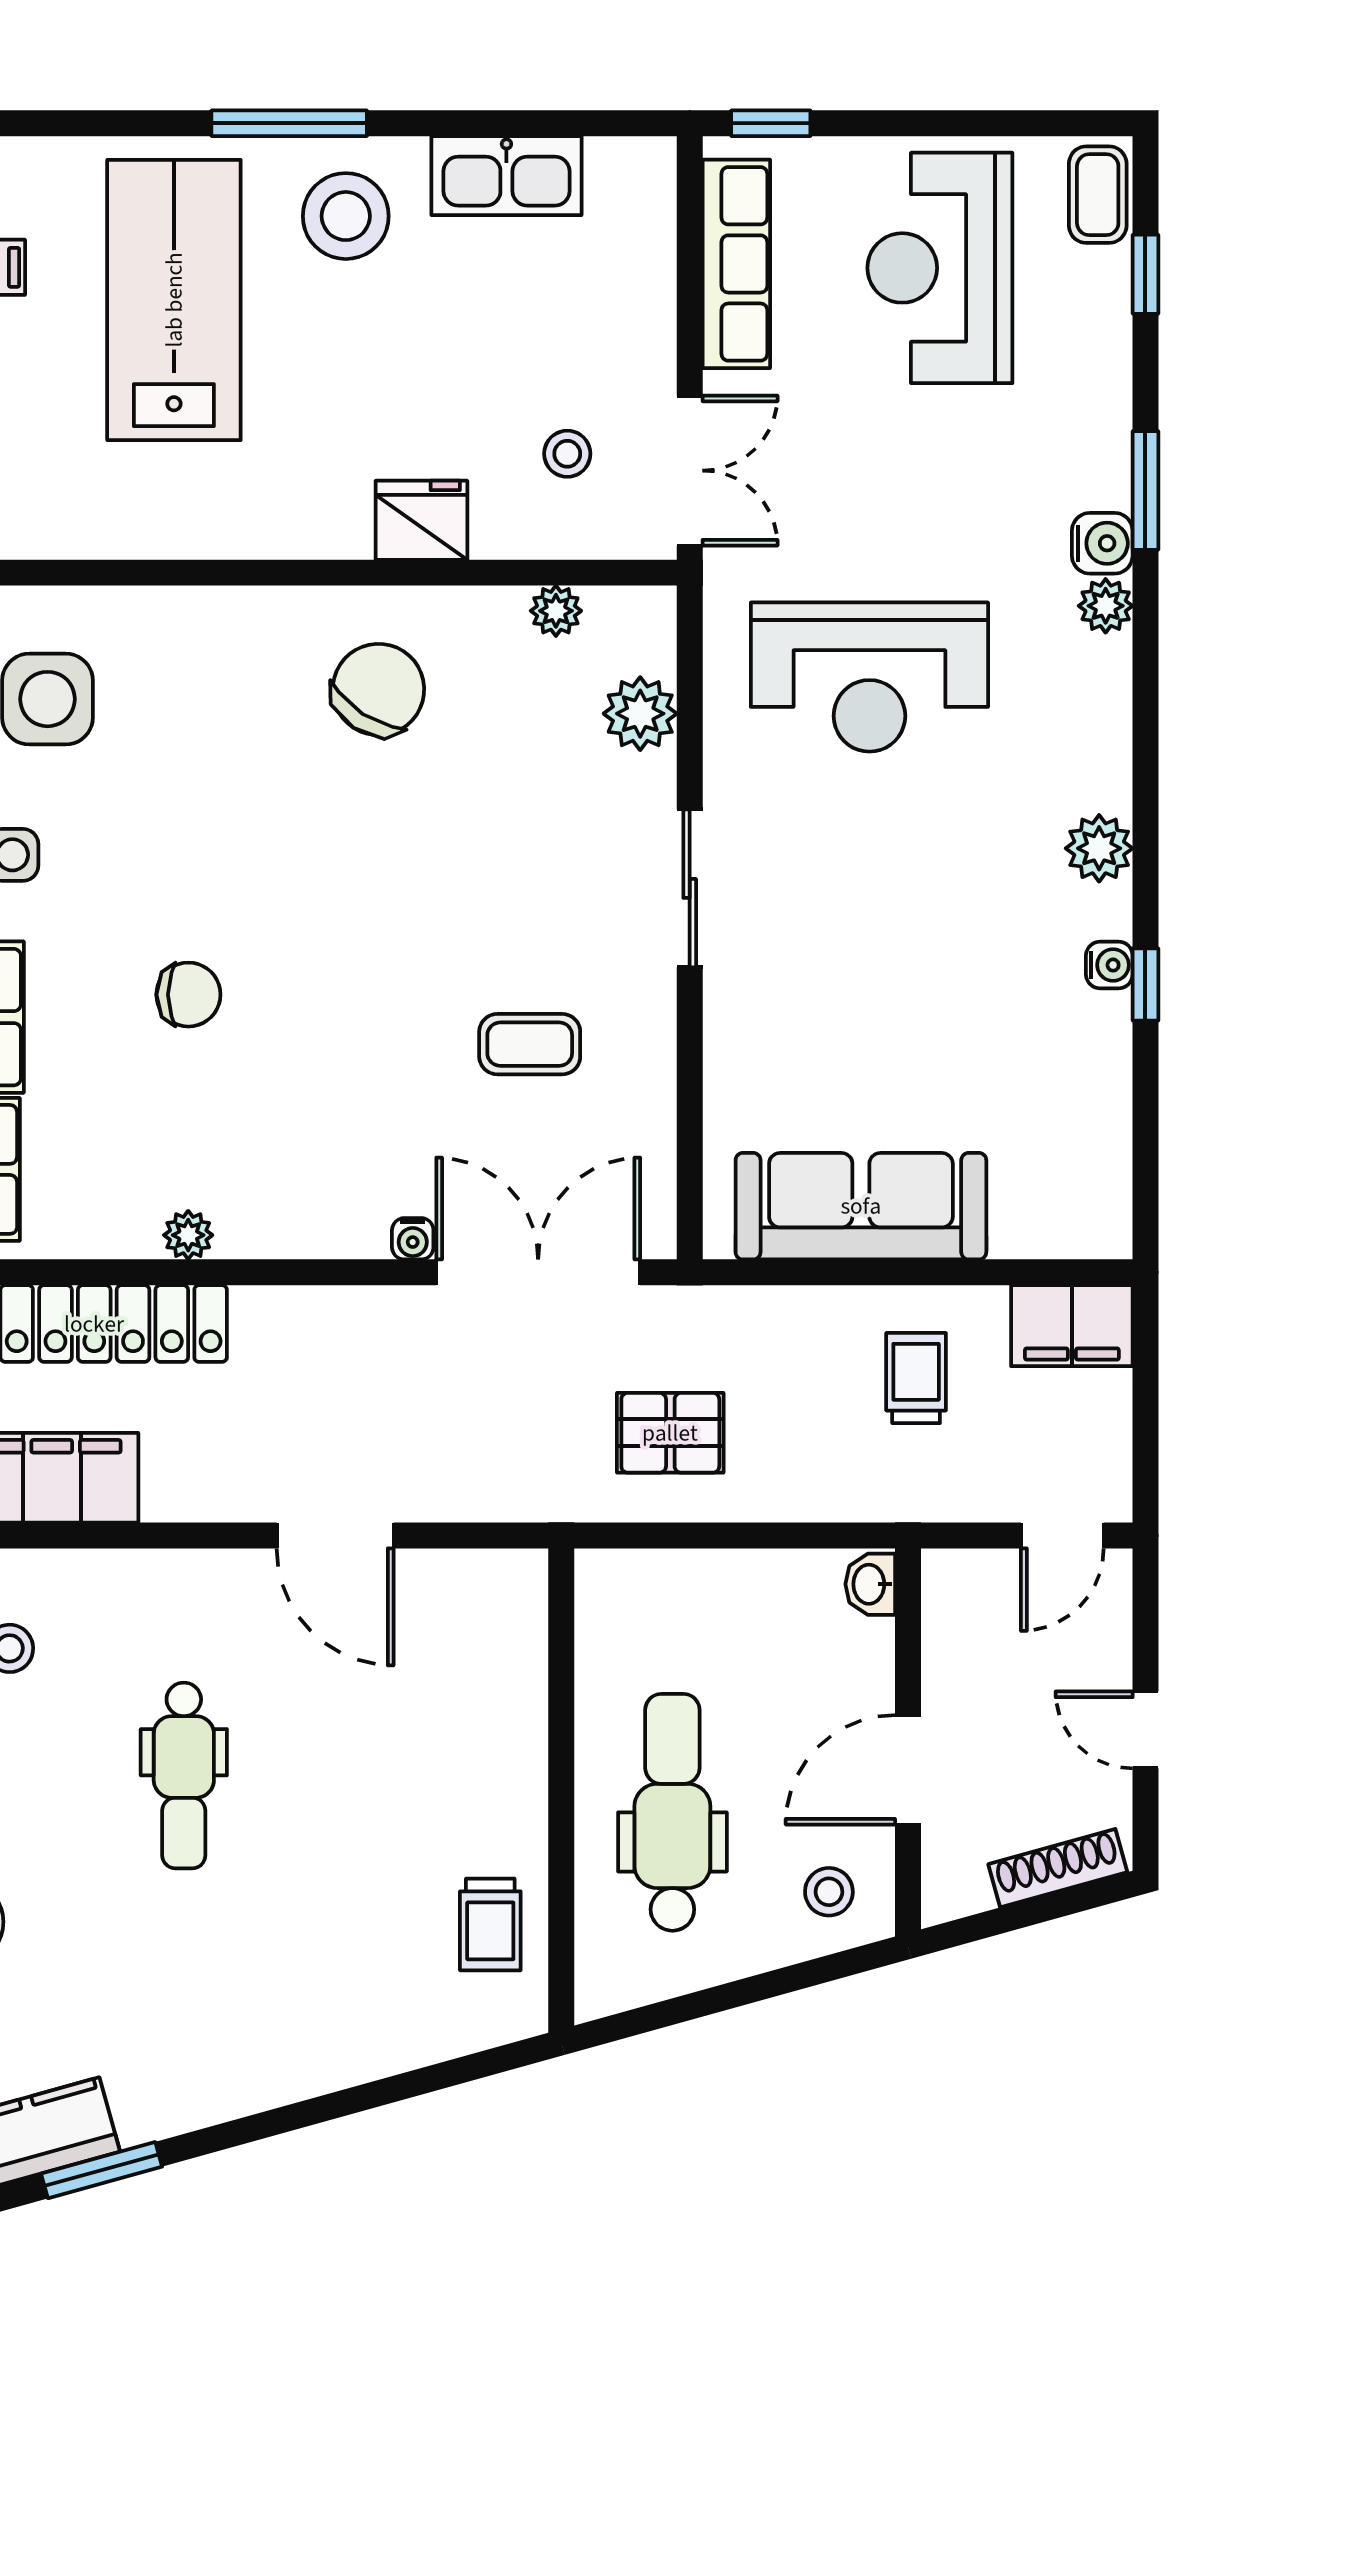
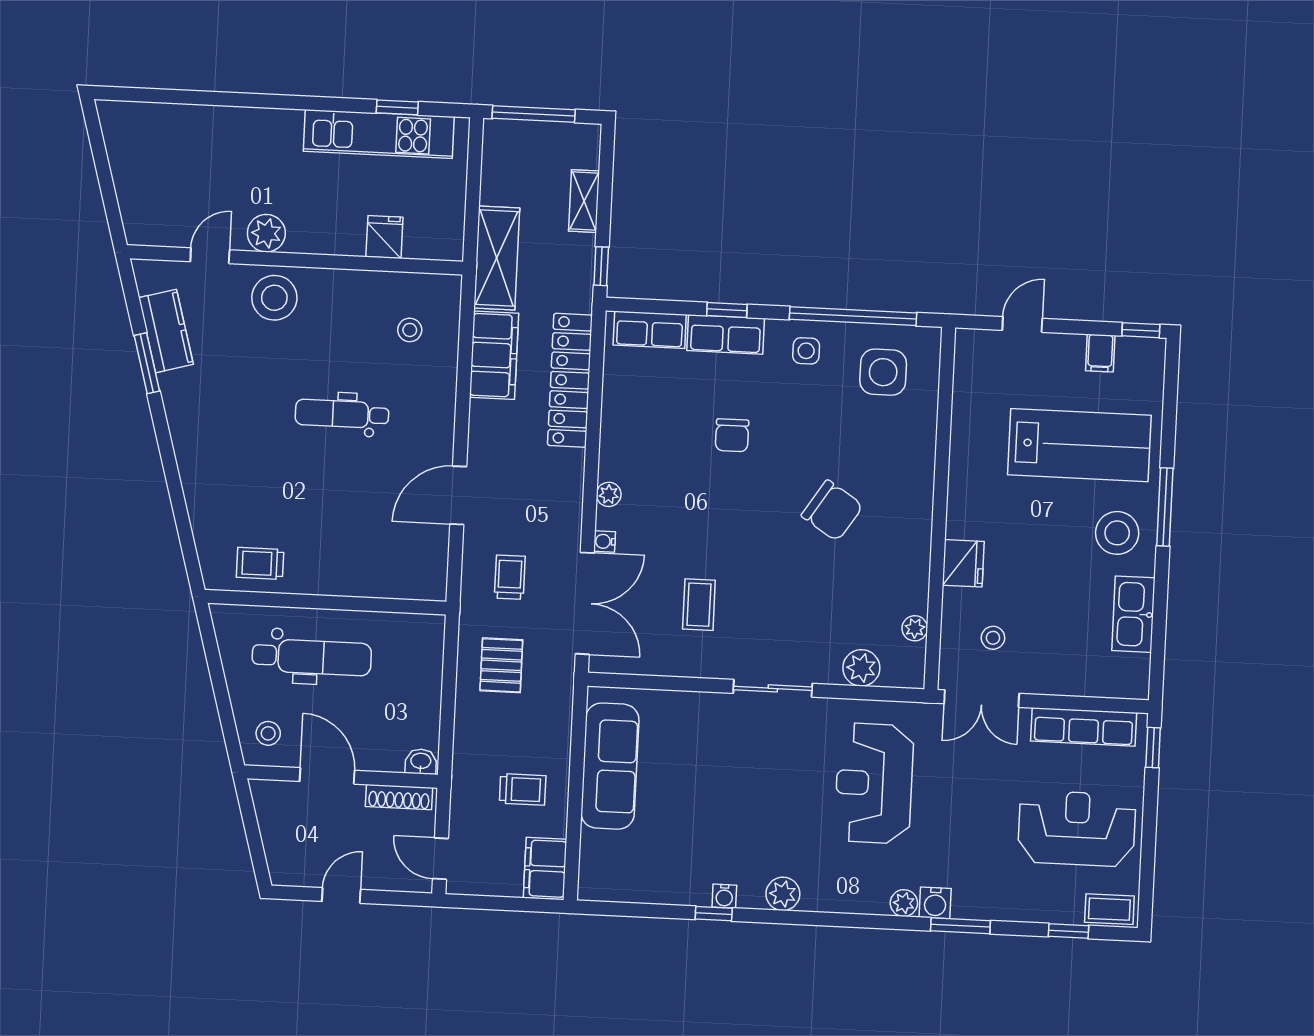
chair: (378, 689) -> (832, 511), moved
plant: (188, 1235) -> (609, 494), moved
trolley: (493, 1424) -> (510, 577), added
shoe rack: (1058, 1868) -> (399, 797), moved, turned 106

